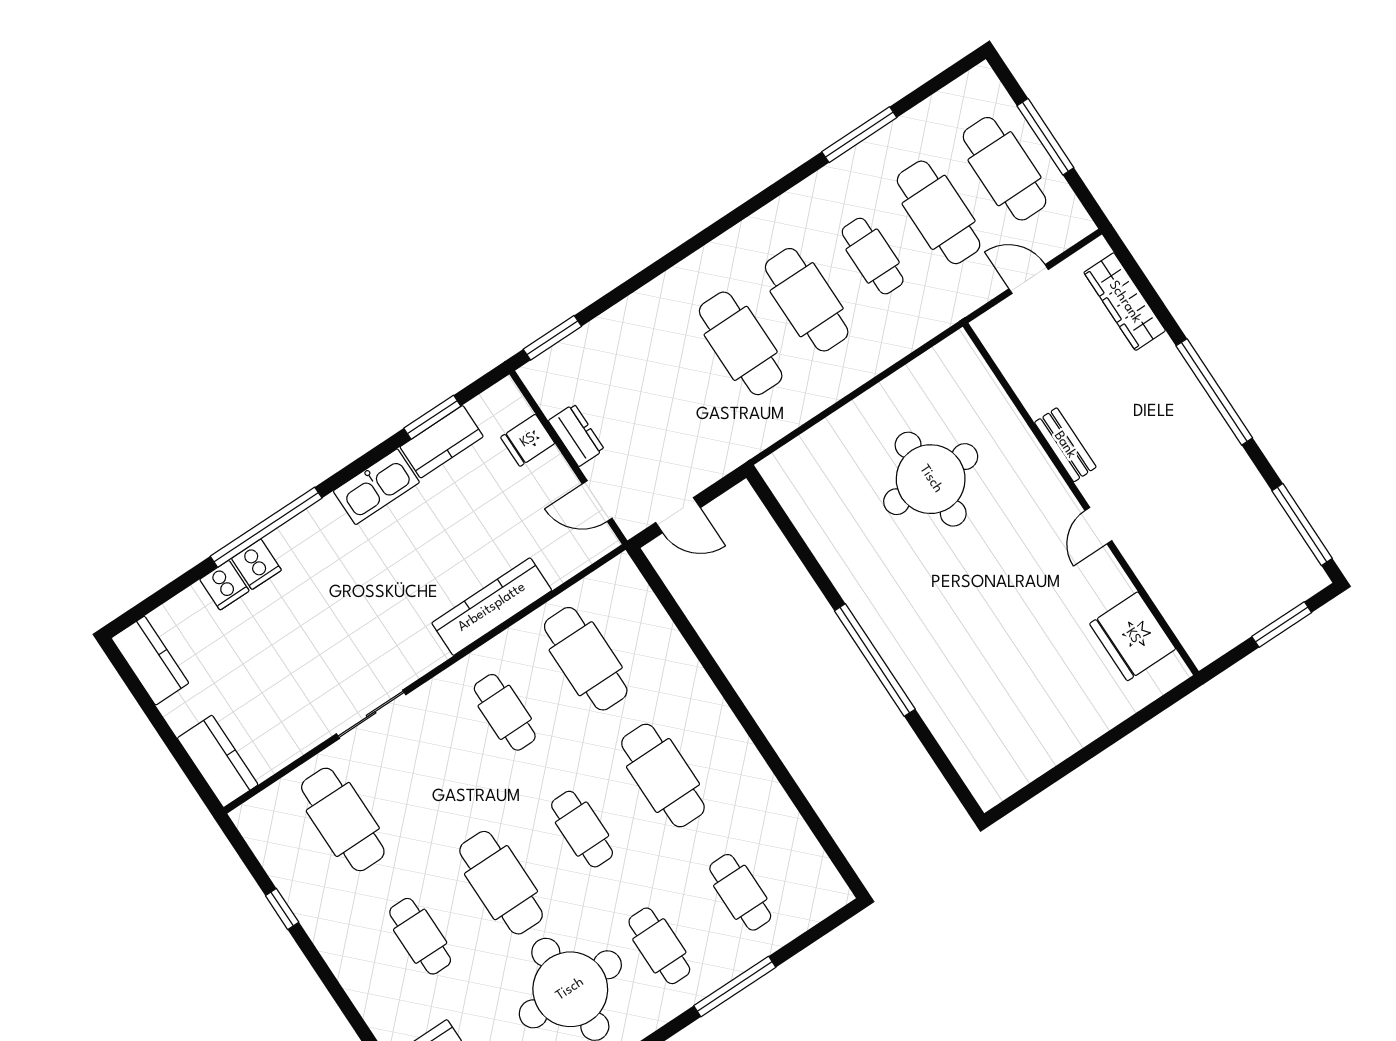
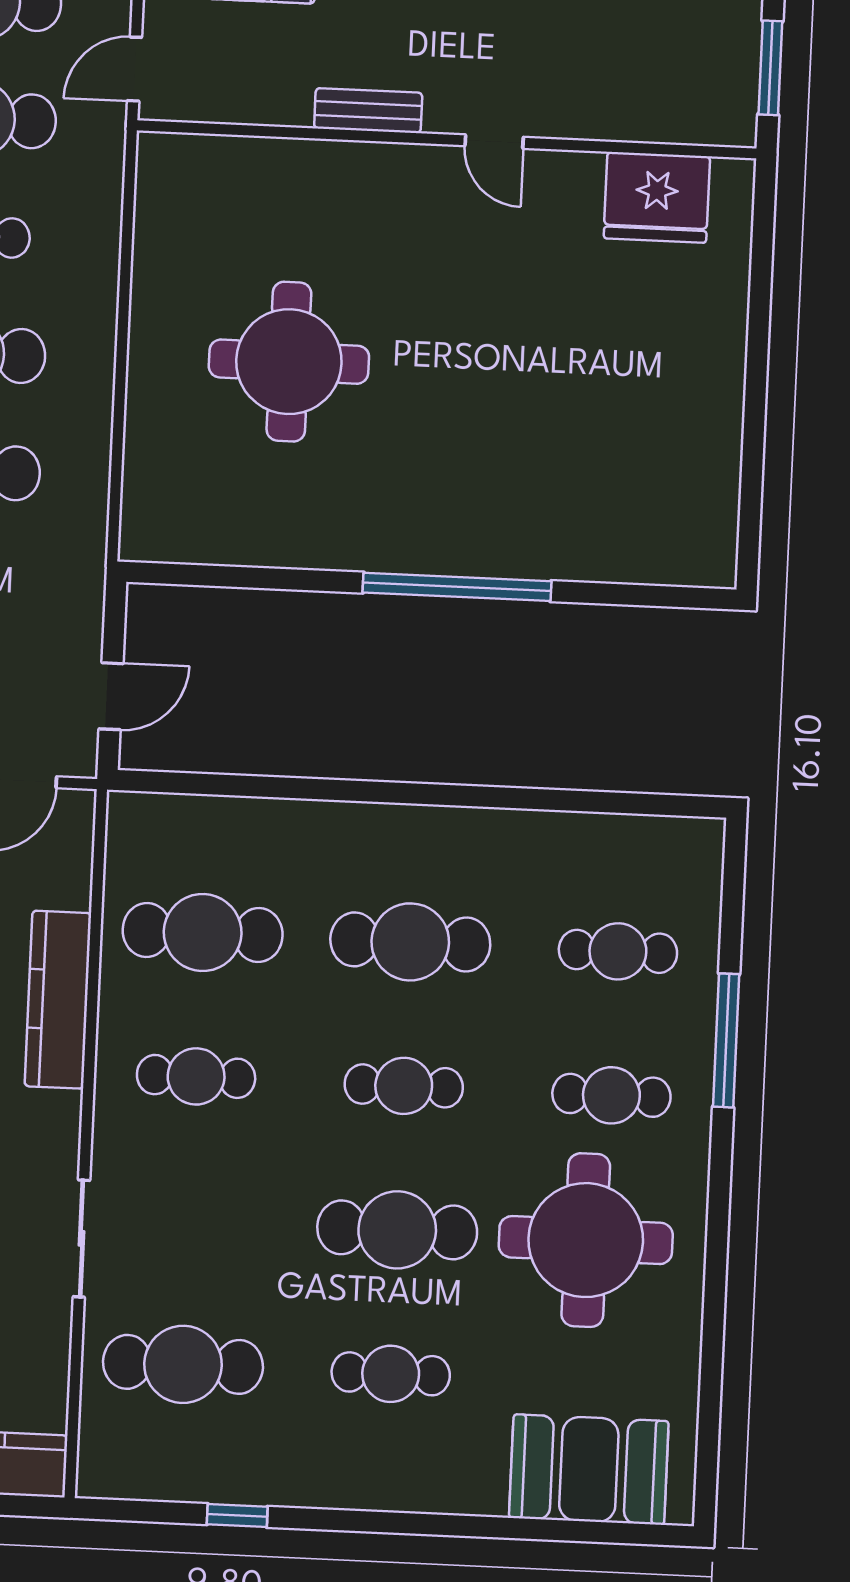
bench: (1065, 445) -> (368, 111), moved
wall: (1081, 499) -> (447, 139), moved
door: (1098, 526) -> (494, 142), moved
fridge: (1133, 636) -> (657, 197), moved

